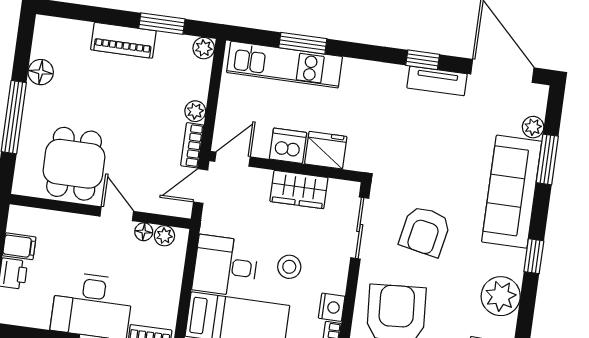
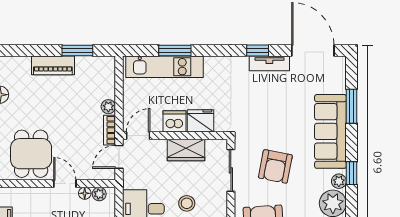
plant: (204, 48) -> (108, 63), removed
plant: (533, 127) -> (339, 181), moved

